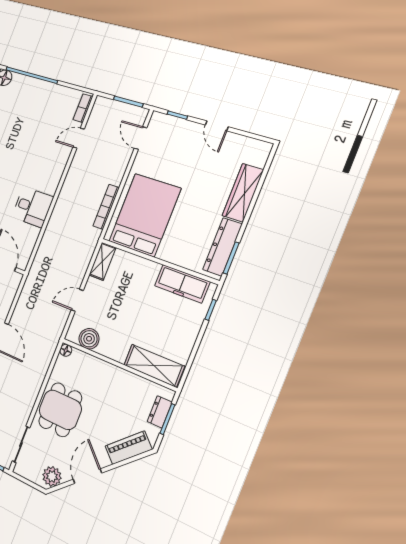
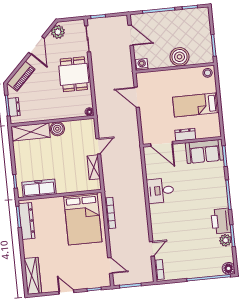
wardrobe: (243, 193) -> (33, 276), moved
shelving: (102, 261) -> (94, 167), moved
boiler: (89, 339) -> (57, 129), moved

